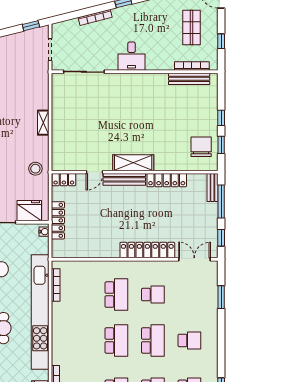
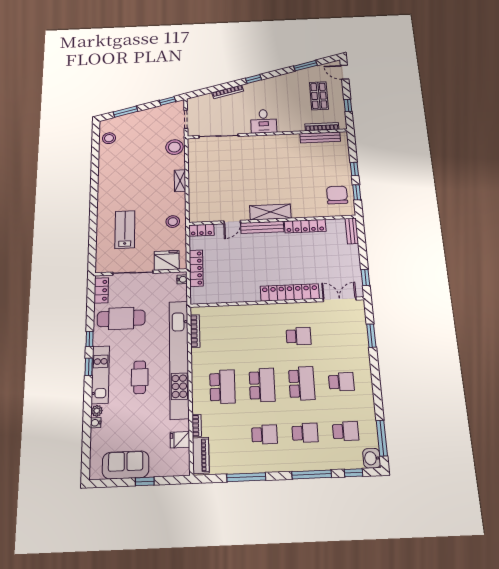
stool: (38, 83) -> (174, 147), added
window: (221, 202) -> (362, 243), removed
school desk: (116, 295) -> (222, 387), moved

